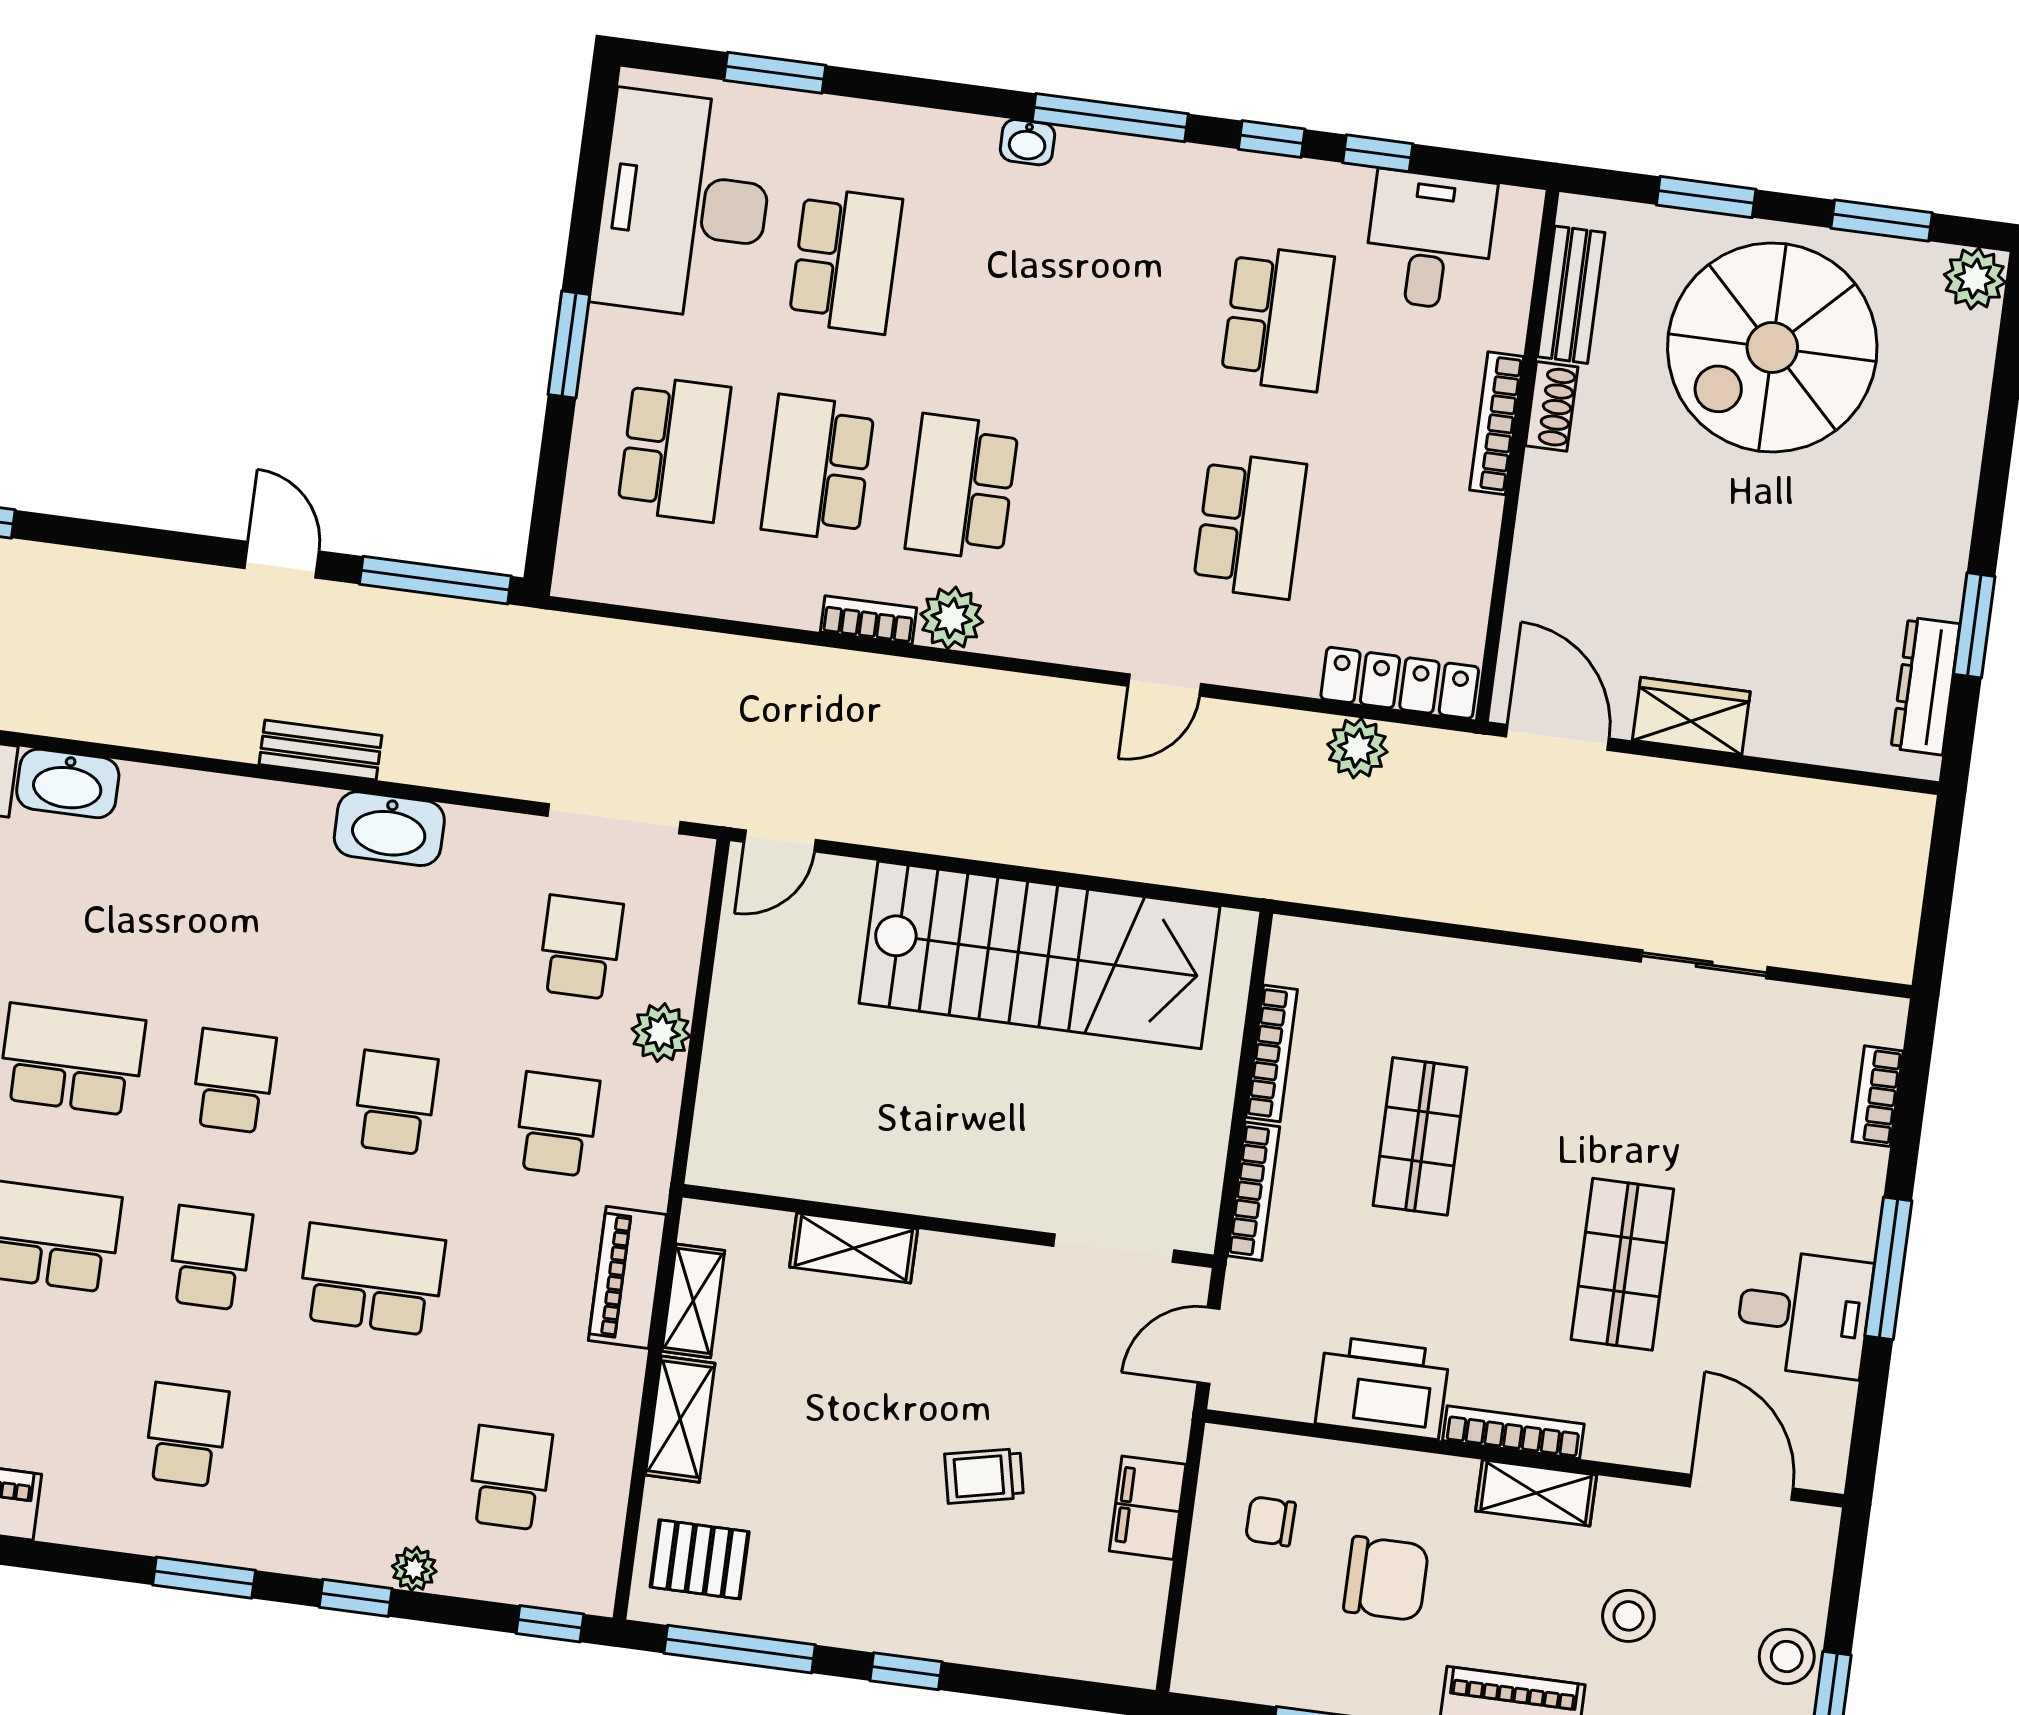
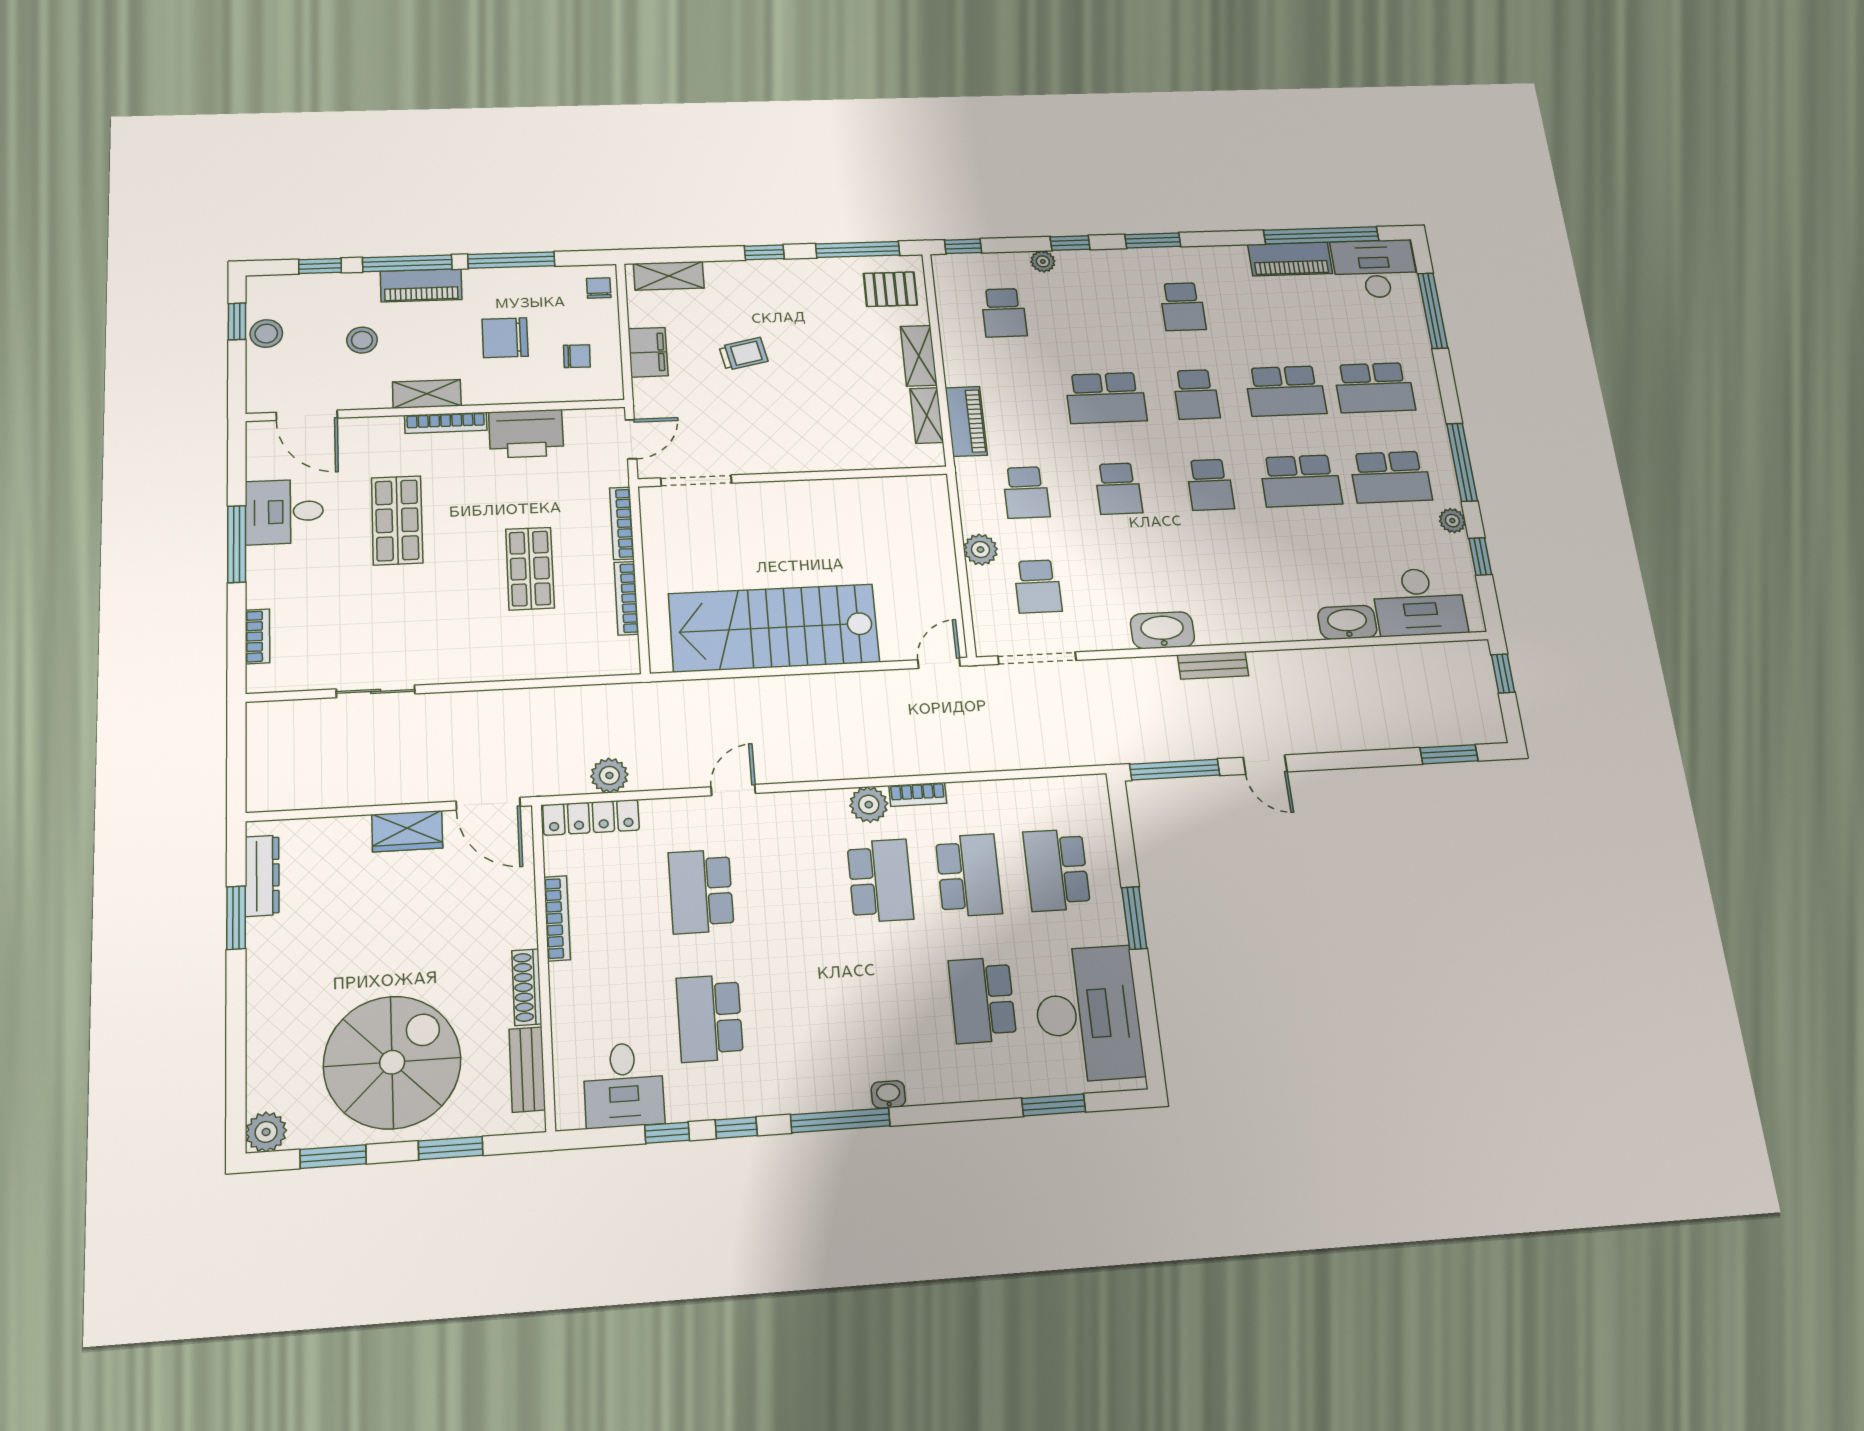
shoe rack: (1552, 406) -> (527, 987), width x1.43
bookcase: (1497, 423) -> (557, 918), moved
shelving: (854, 1248) -> (669, 276), moved
chair: (1209, 1649) -> (599, 288), added

